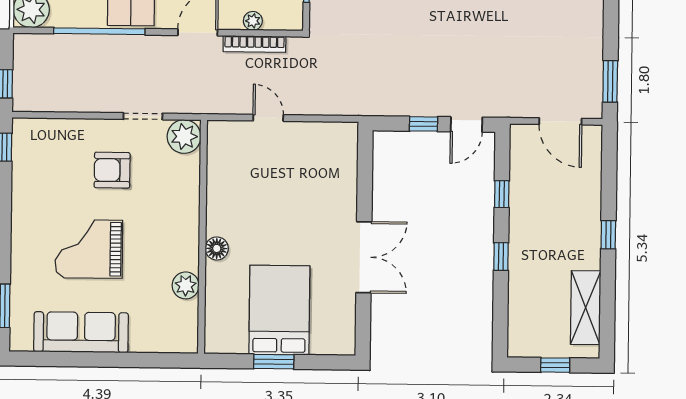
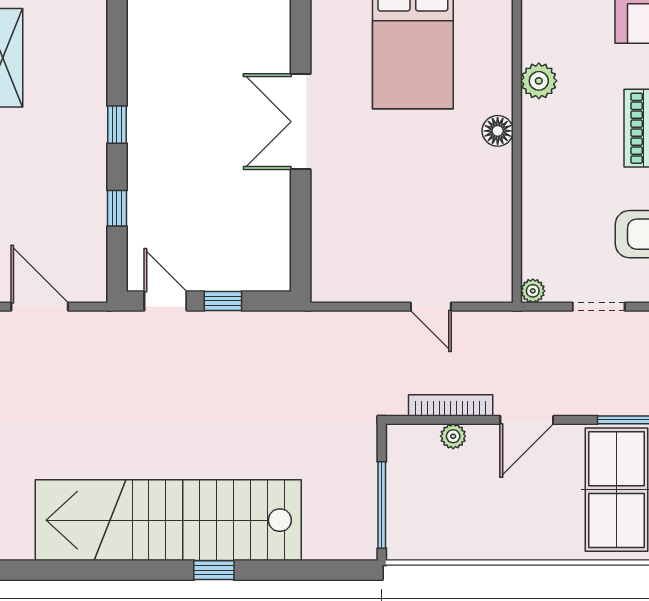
door: (466, 124) -> (165, 301), hinge flipped
plant: (184, 136) -> (533, 291), width x0.53, depth x0.53

